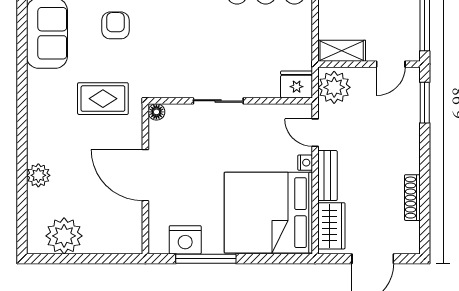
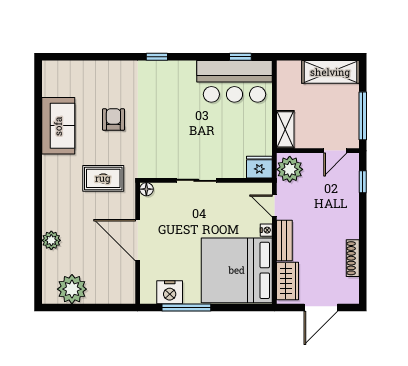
shelving: (342, 51) -> (285, 129), moved, turned 90
window: (425, 103) -> (363, 182), width x0.67

